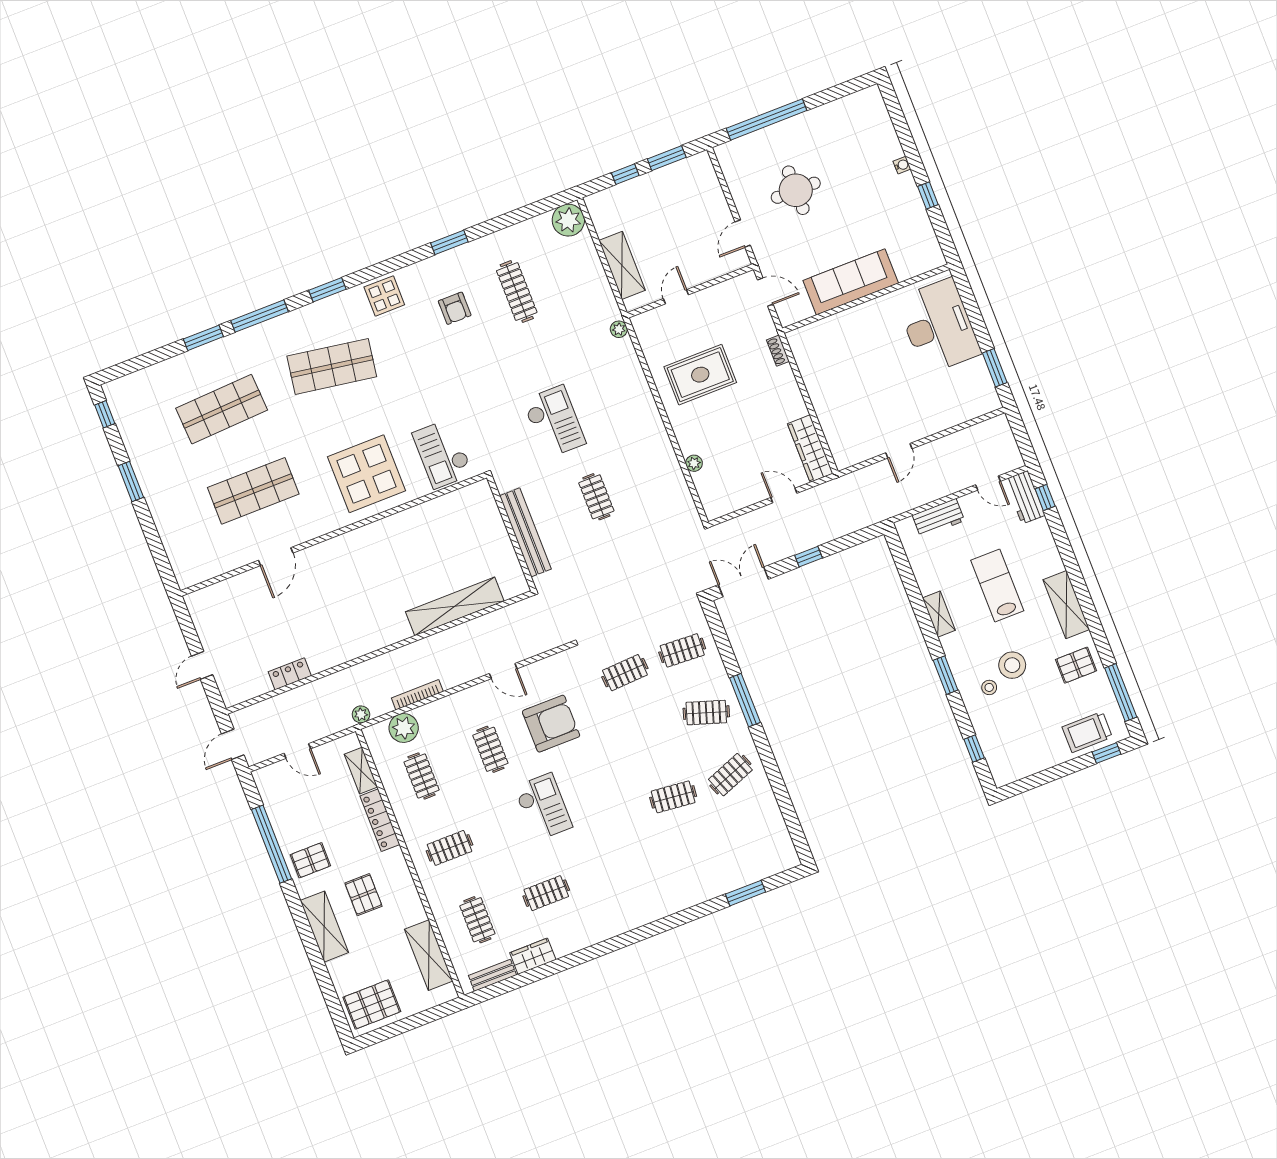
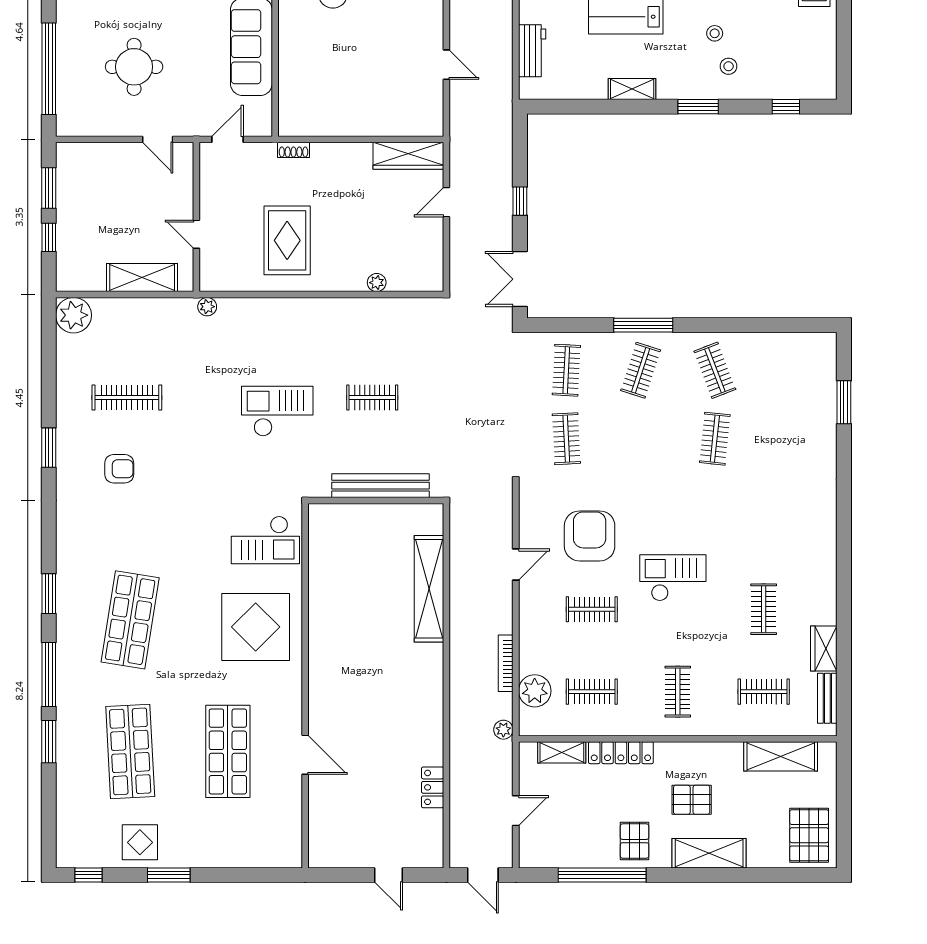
display table: (384, 296) -> (140, 842), moved
stool: (1012, 665) -> (715, 33), width x0.53, depth x0.53

